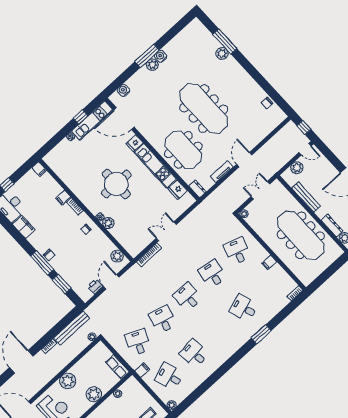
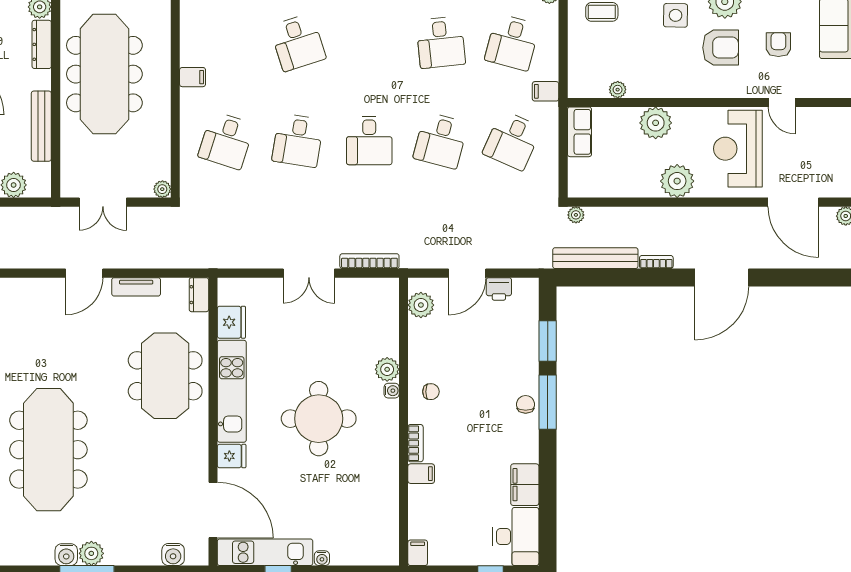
meeting table: (204, 109) -> (48, 450), moved
desk: (169, 376) -> (512, 42), turned 33

